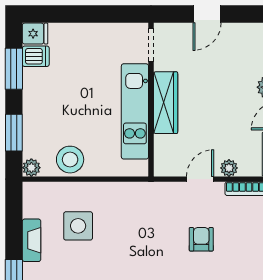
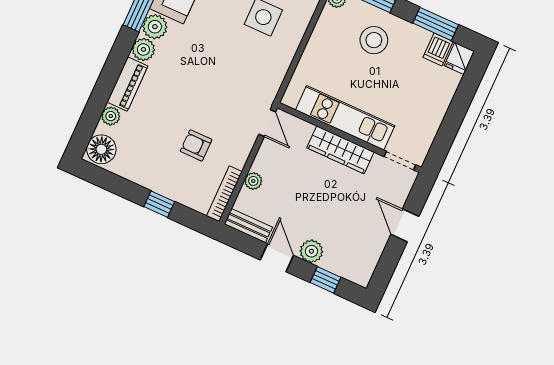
stool: (70, 160) -> (374, 40), moved
door: (200, 179) -> (267, 123), moved
armchair: (201, 239) -> (196, 145), moved, turned 180

